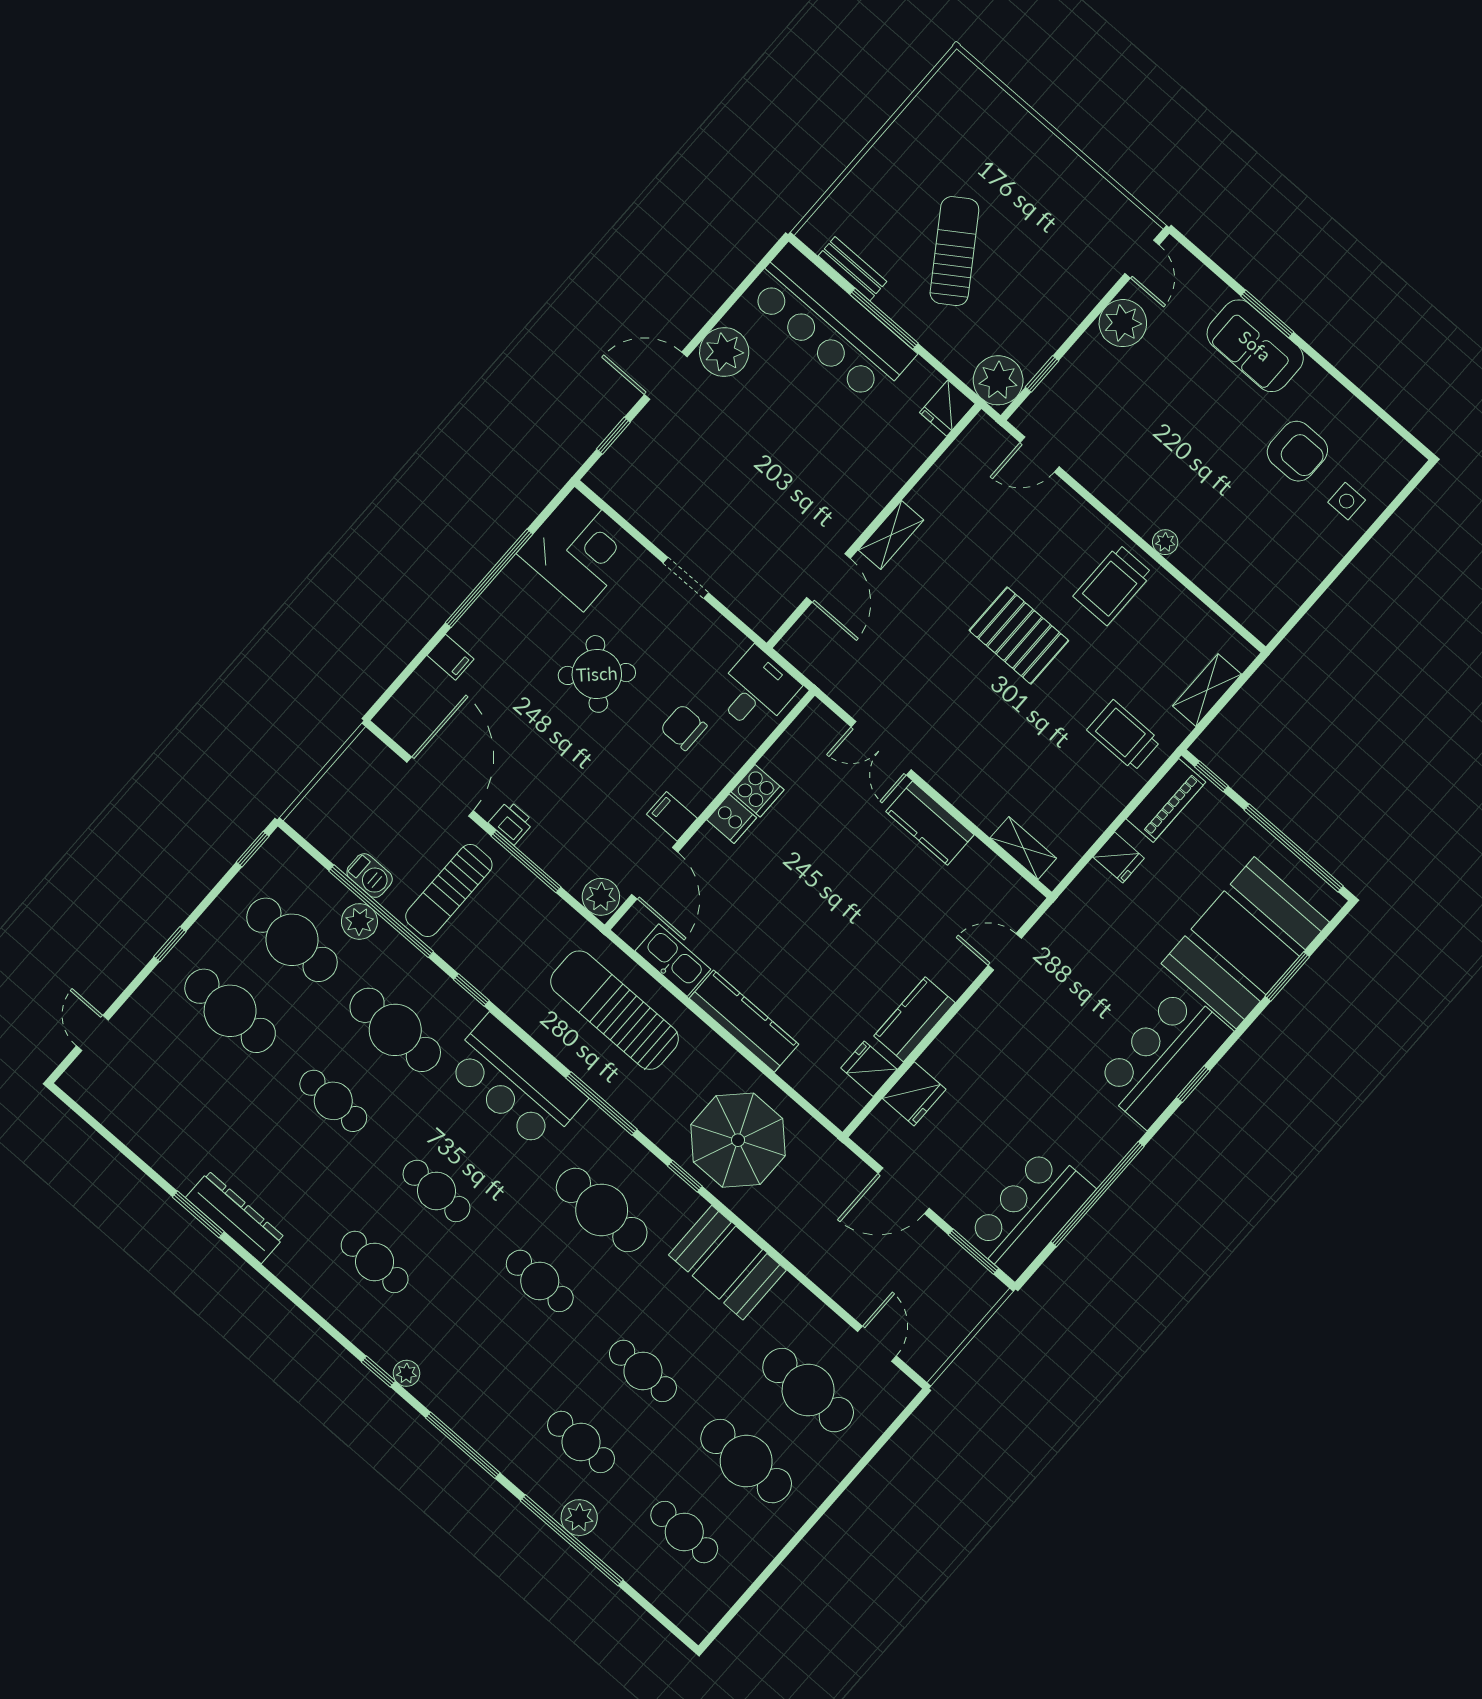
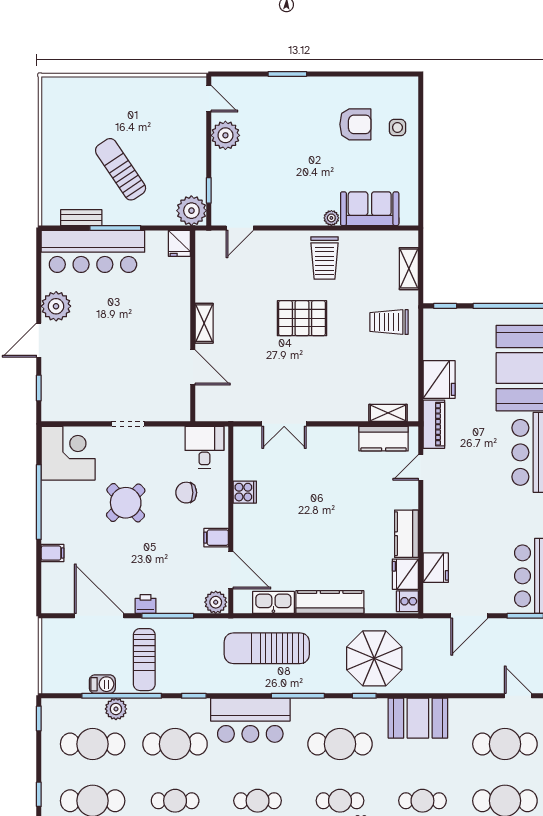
sofa: (1255, 346) -> (370, 209), moved, turned 180
piano: (1166, 800) -> (434, 424), moved
cooker: (732, 819) -> (407, 601), moved, turned 180
kitchen counter: (930, 823) -> (384, 439), moved
fridge: (1119, 858) -> (439, 380), width x1.88, depth x1.34
fridge: (869, 1069) -> (405, 574), width x1.38

